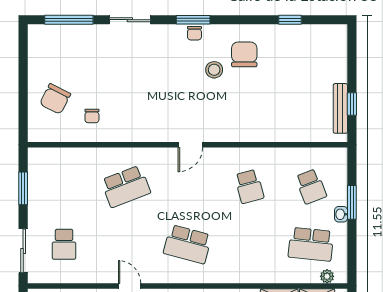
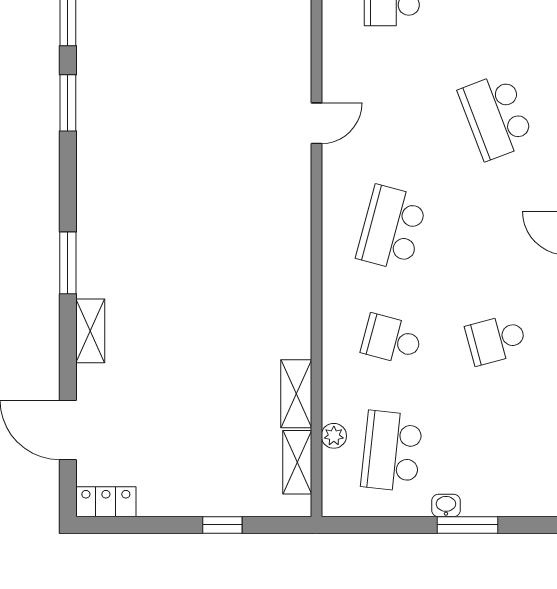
school desk: (311, 186) -> (392, 340), moved, turned 36
plant: (327, 276) -> (334, 436), moved

